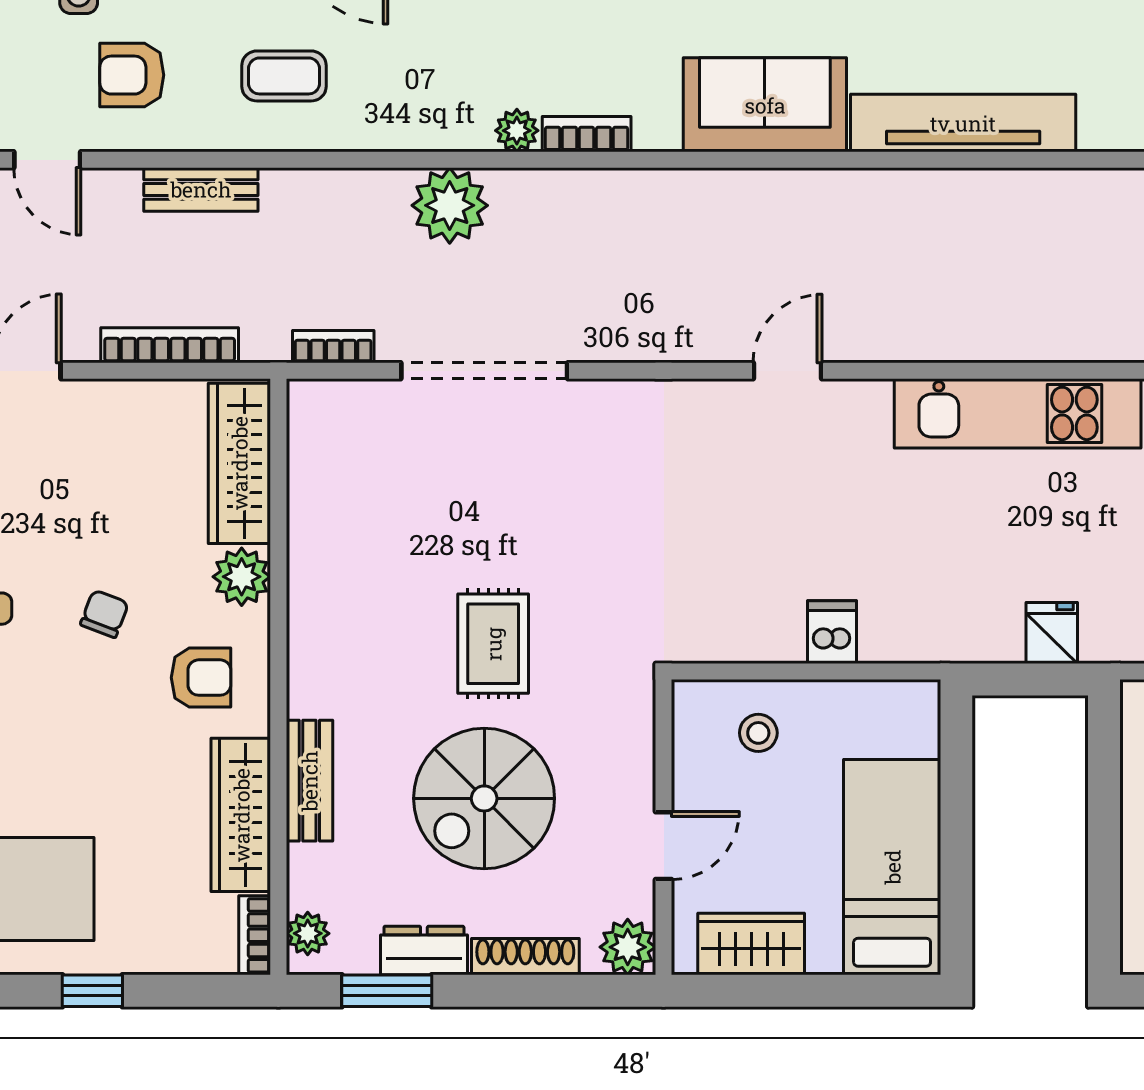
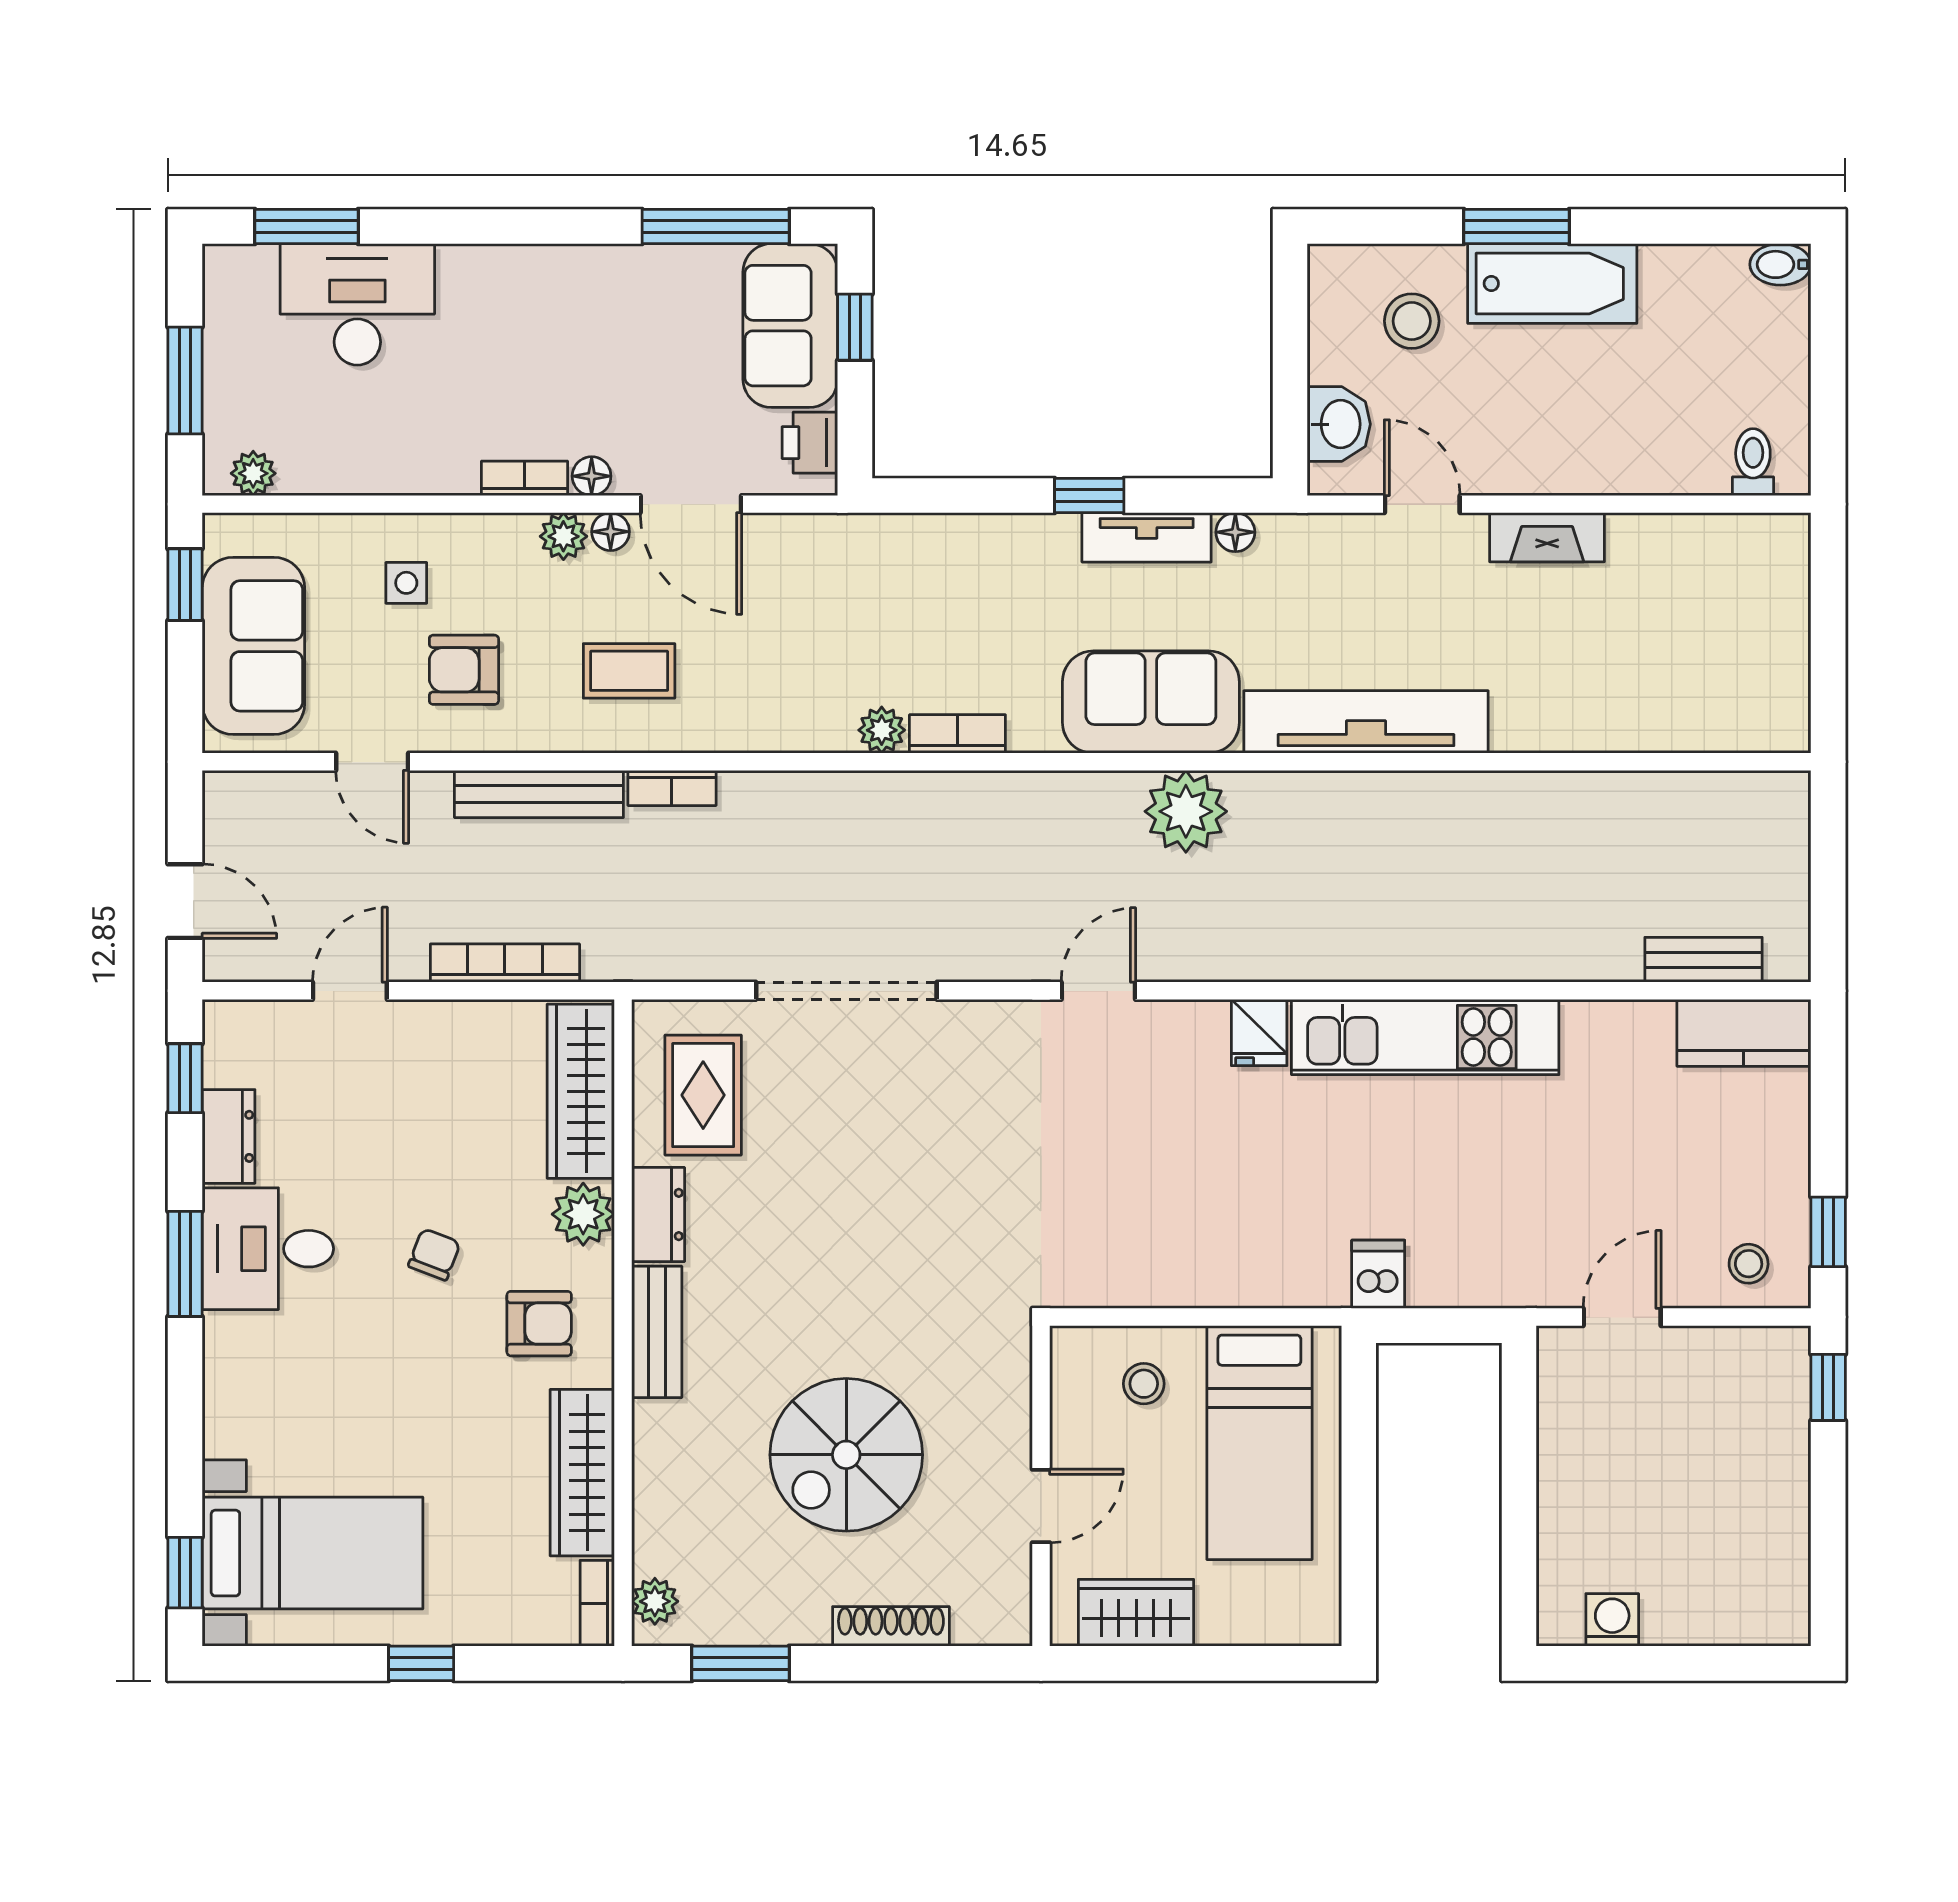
bench: (201, 189) -> (539, 794), width x1.36
plant: (450, 205) -> (1186, 811), moved
bookcase: (333, 347) -> (672, 788), moved, turned 180
door: (787, 371) -> (1098, 991), moved
dishwasher: (832, 632) -> (1378, 1274), moved
fridge: (1052, 633) -> (1259, 1032), moved, turned 180
rug: (493, 644) -> (703, 1095), moved
bench: (309, 781) -> (657, 1332), moved
bed: (892, 867) -> (1259, 1443), moved, turned 180
plant: (628, 947) -> (1002, 1616), removed
dresser: (424, 951) -> (658, 1215), moved, turned 90

